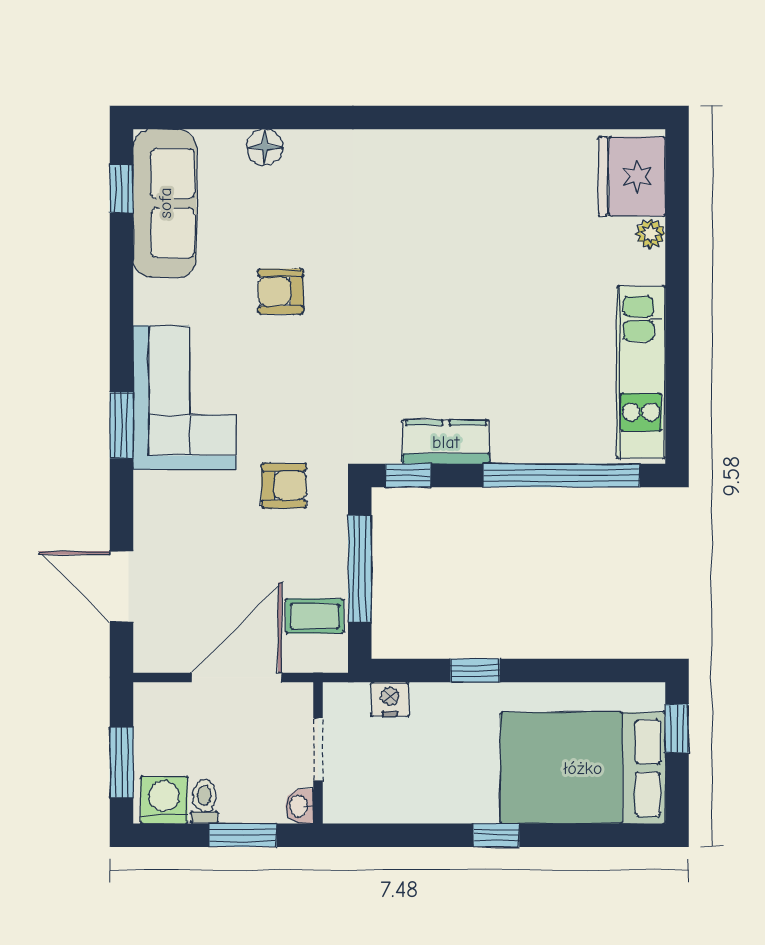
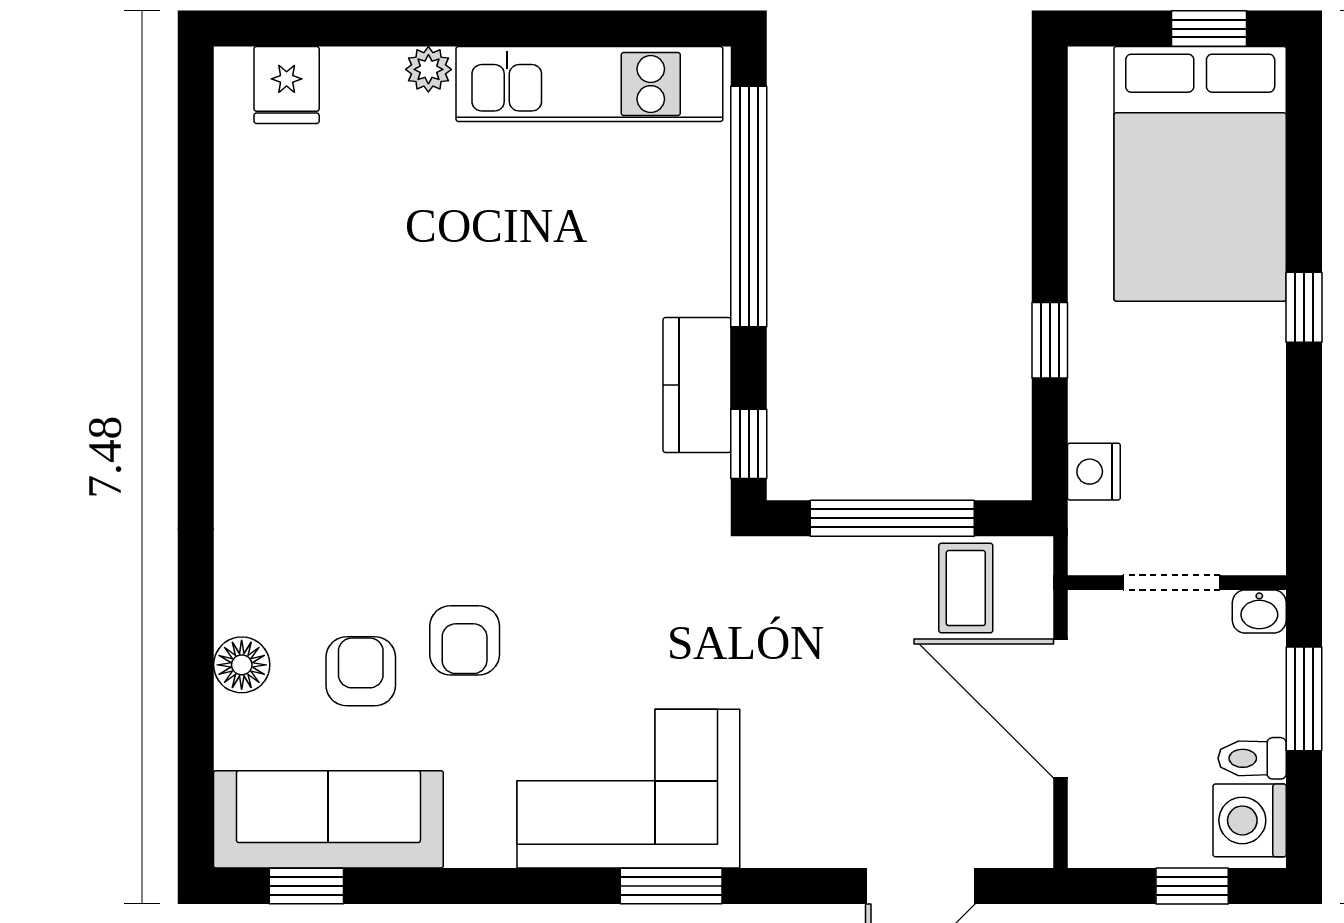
fridge: (632, 176) -> (287, 85), width x0.53, depth x0.75
plant: (650, 234) -> (428, 69), moved
armchair: (284, 486) -> (361, 671), moved
window: (677, 728) -> (1209, 29), moved
window: (122, 763) -> (1192, 886), width x0.67

